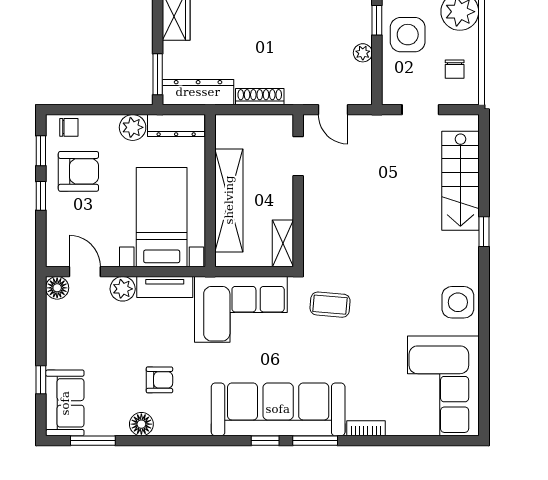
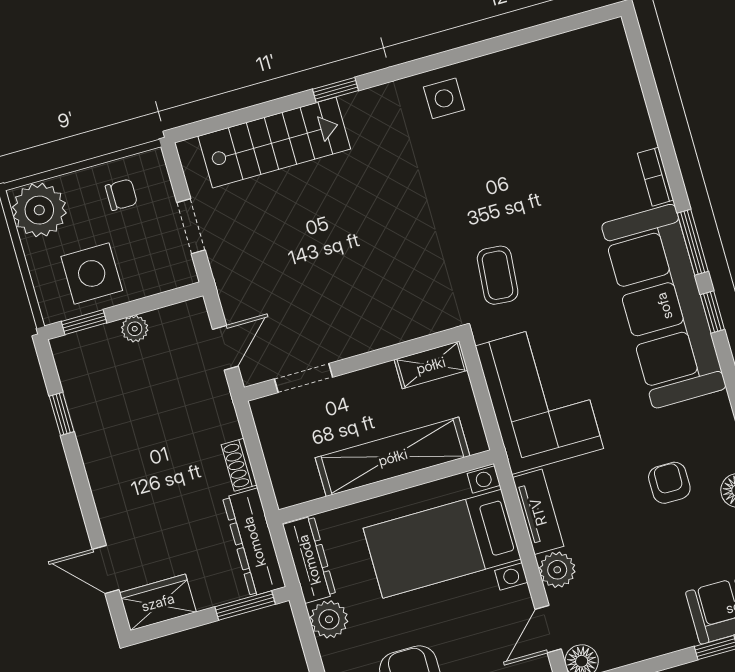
shoe rack: (260, 97) -> (239, 465), width x0.70
side table: (458, 302) -> (444, 98), width x0.73, depth x0.73
corner sofa: (443, 386) -> (566, 85), removed

